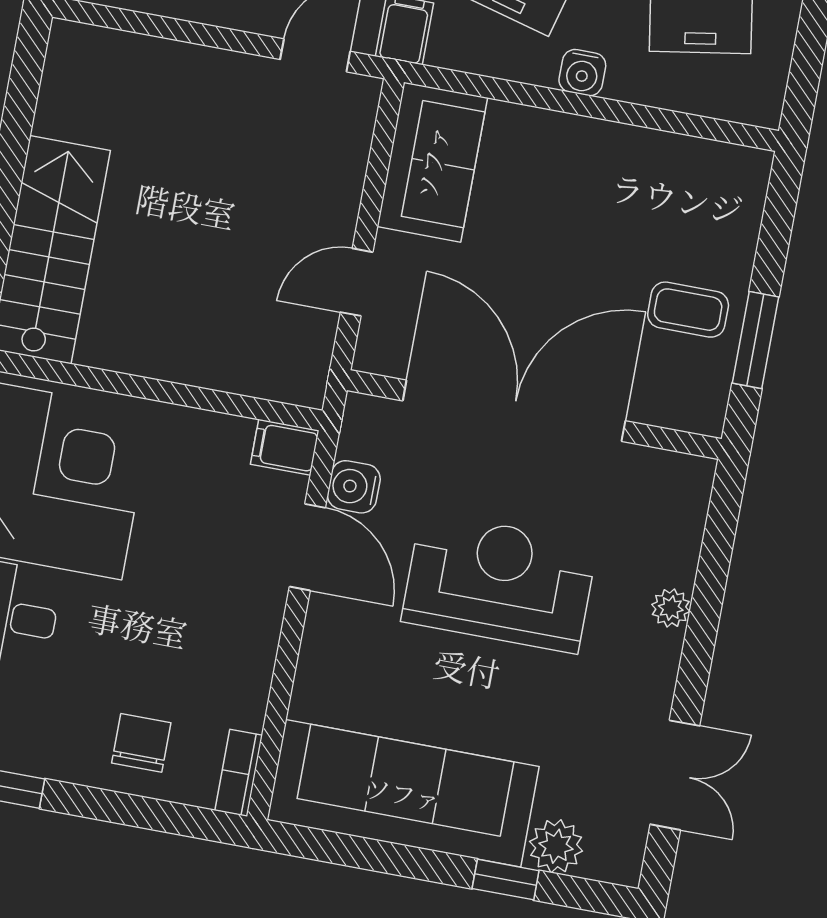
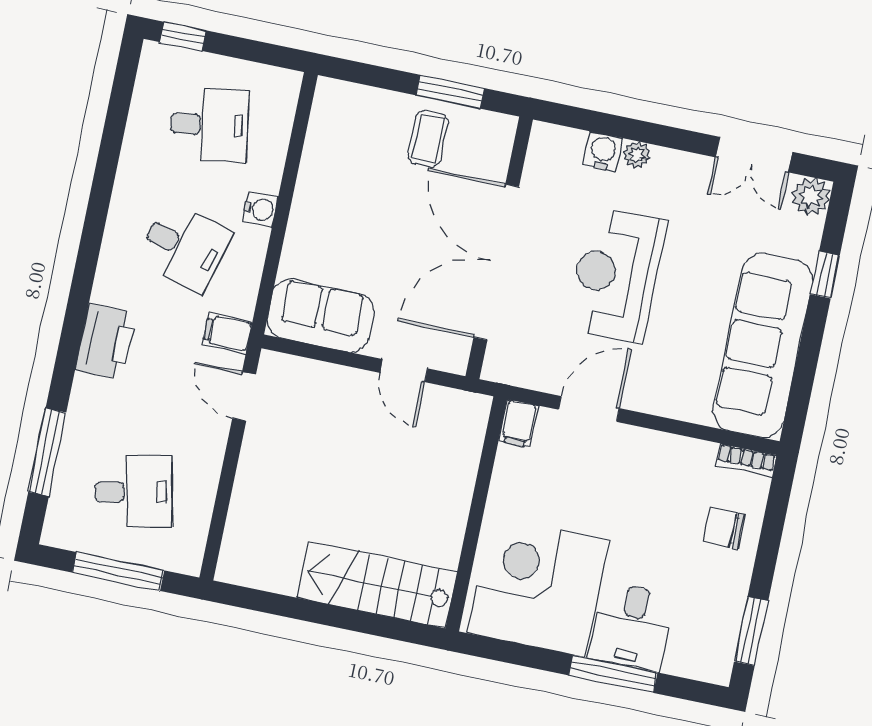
water cooler: (354, 487) -> (603, 152), moved, turned 180
double door: (675, 775) -> (754, 155), swing flipped
plant: (556, 846) -> (811, 197), moved

